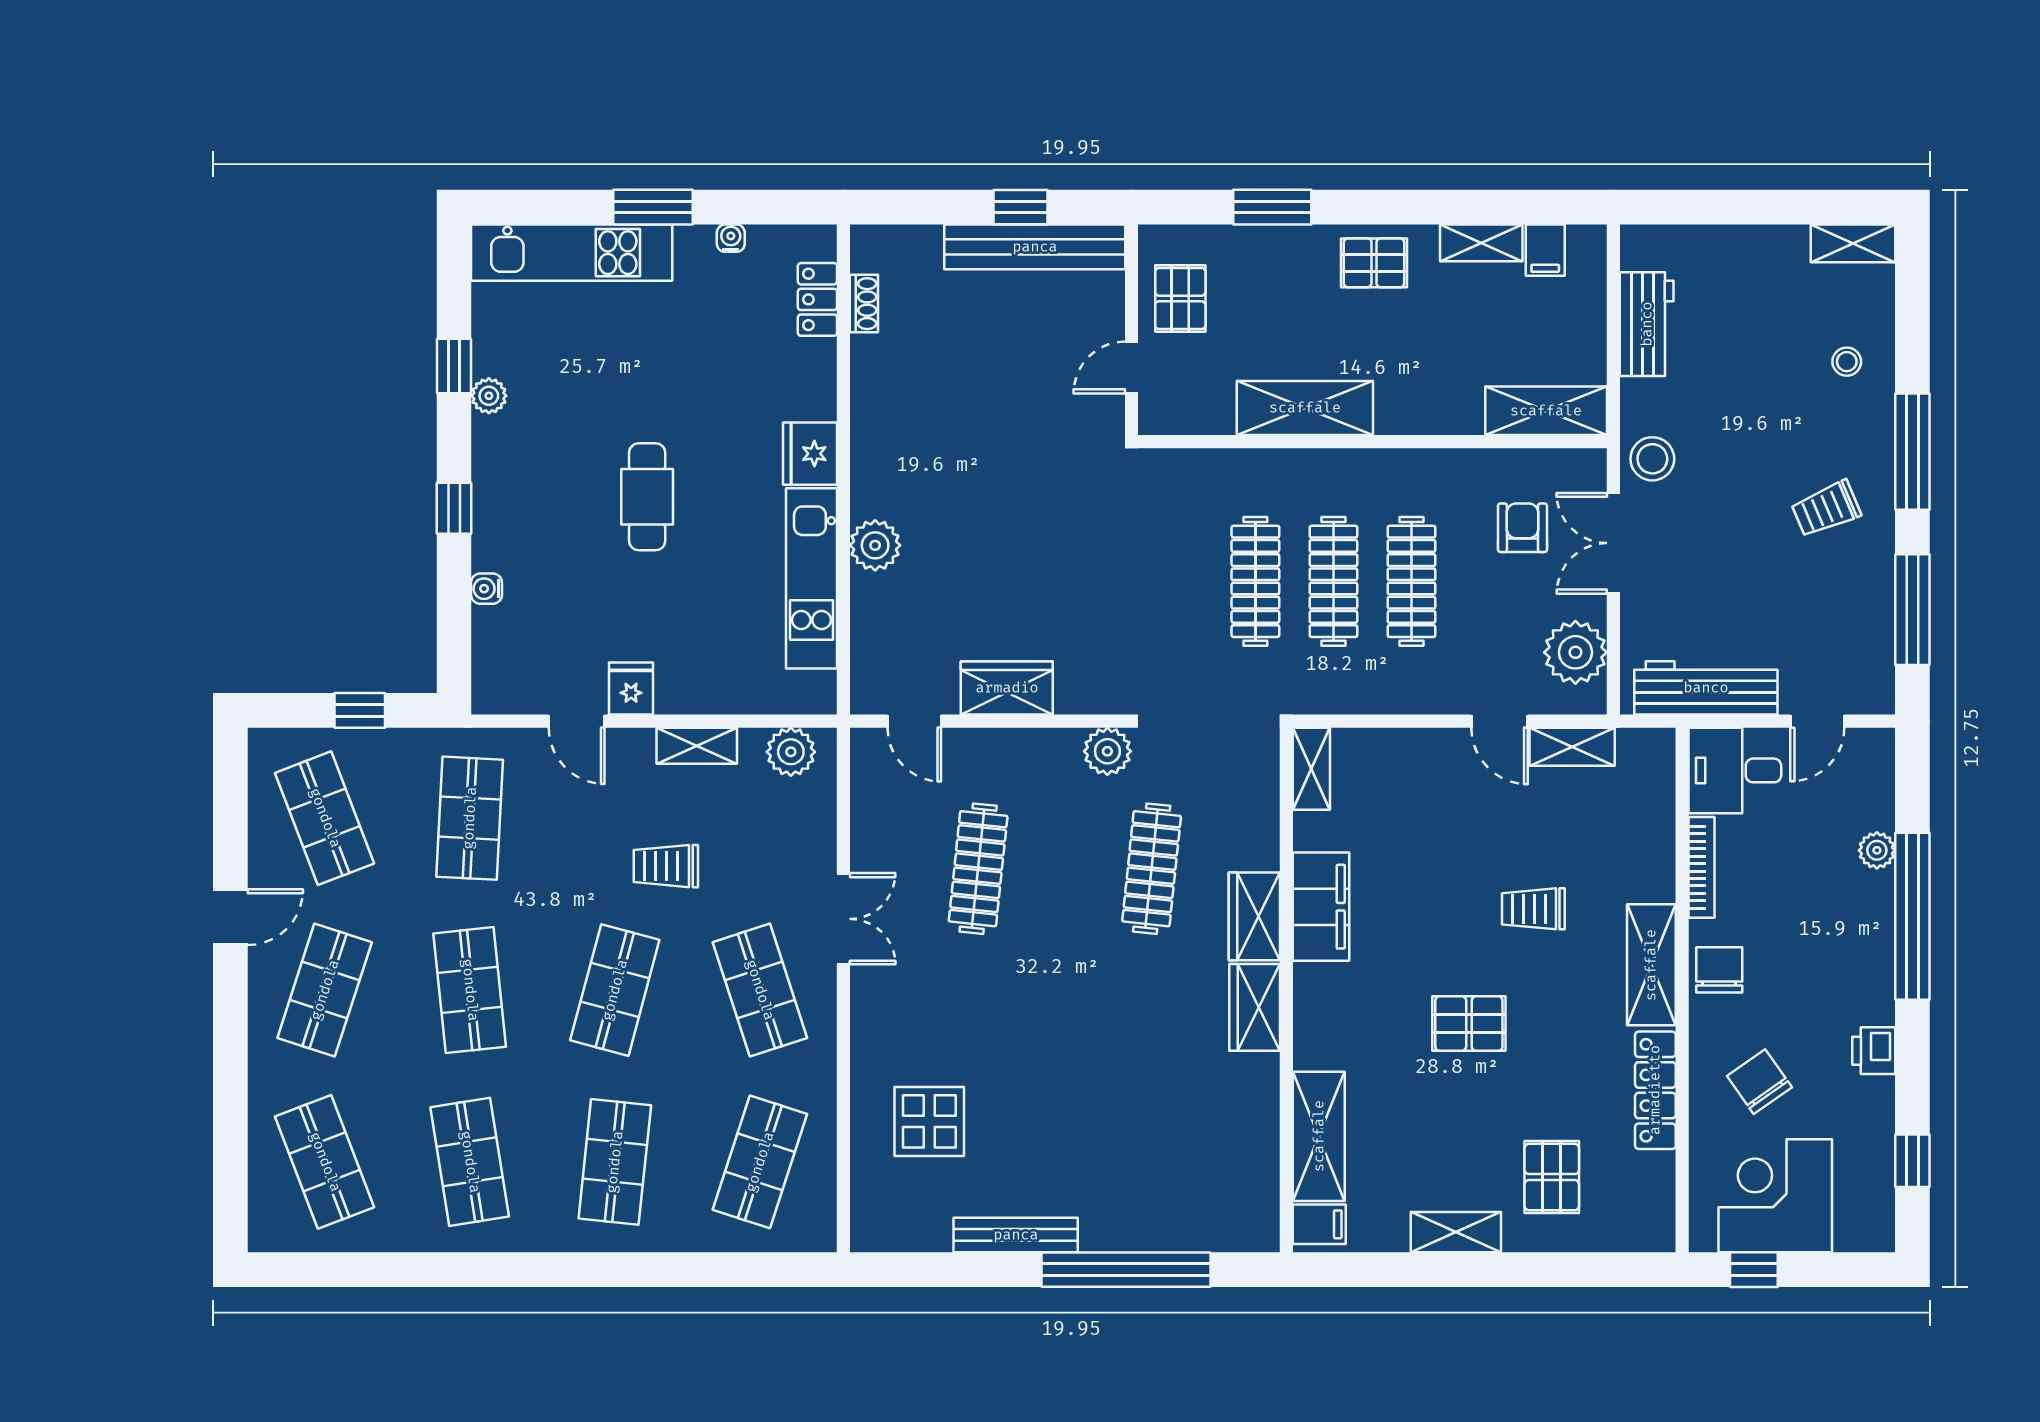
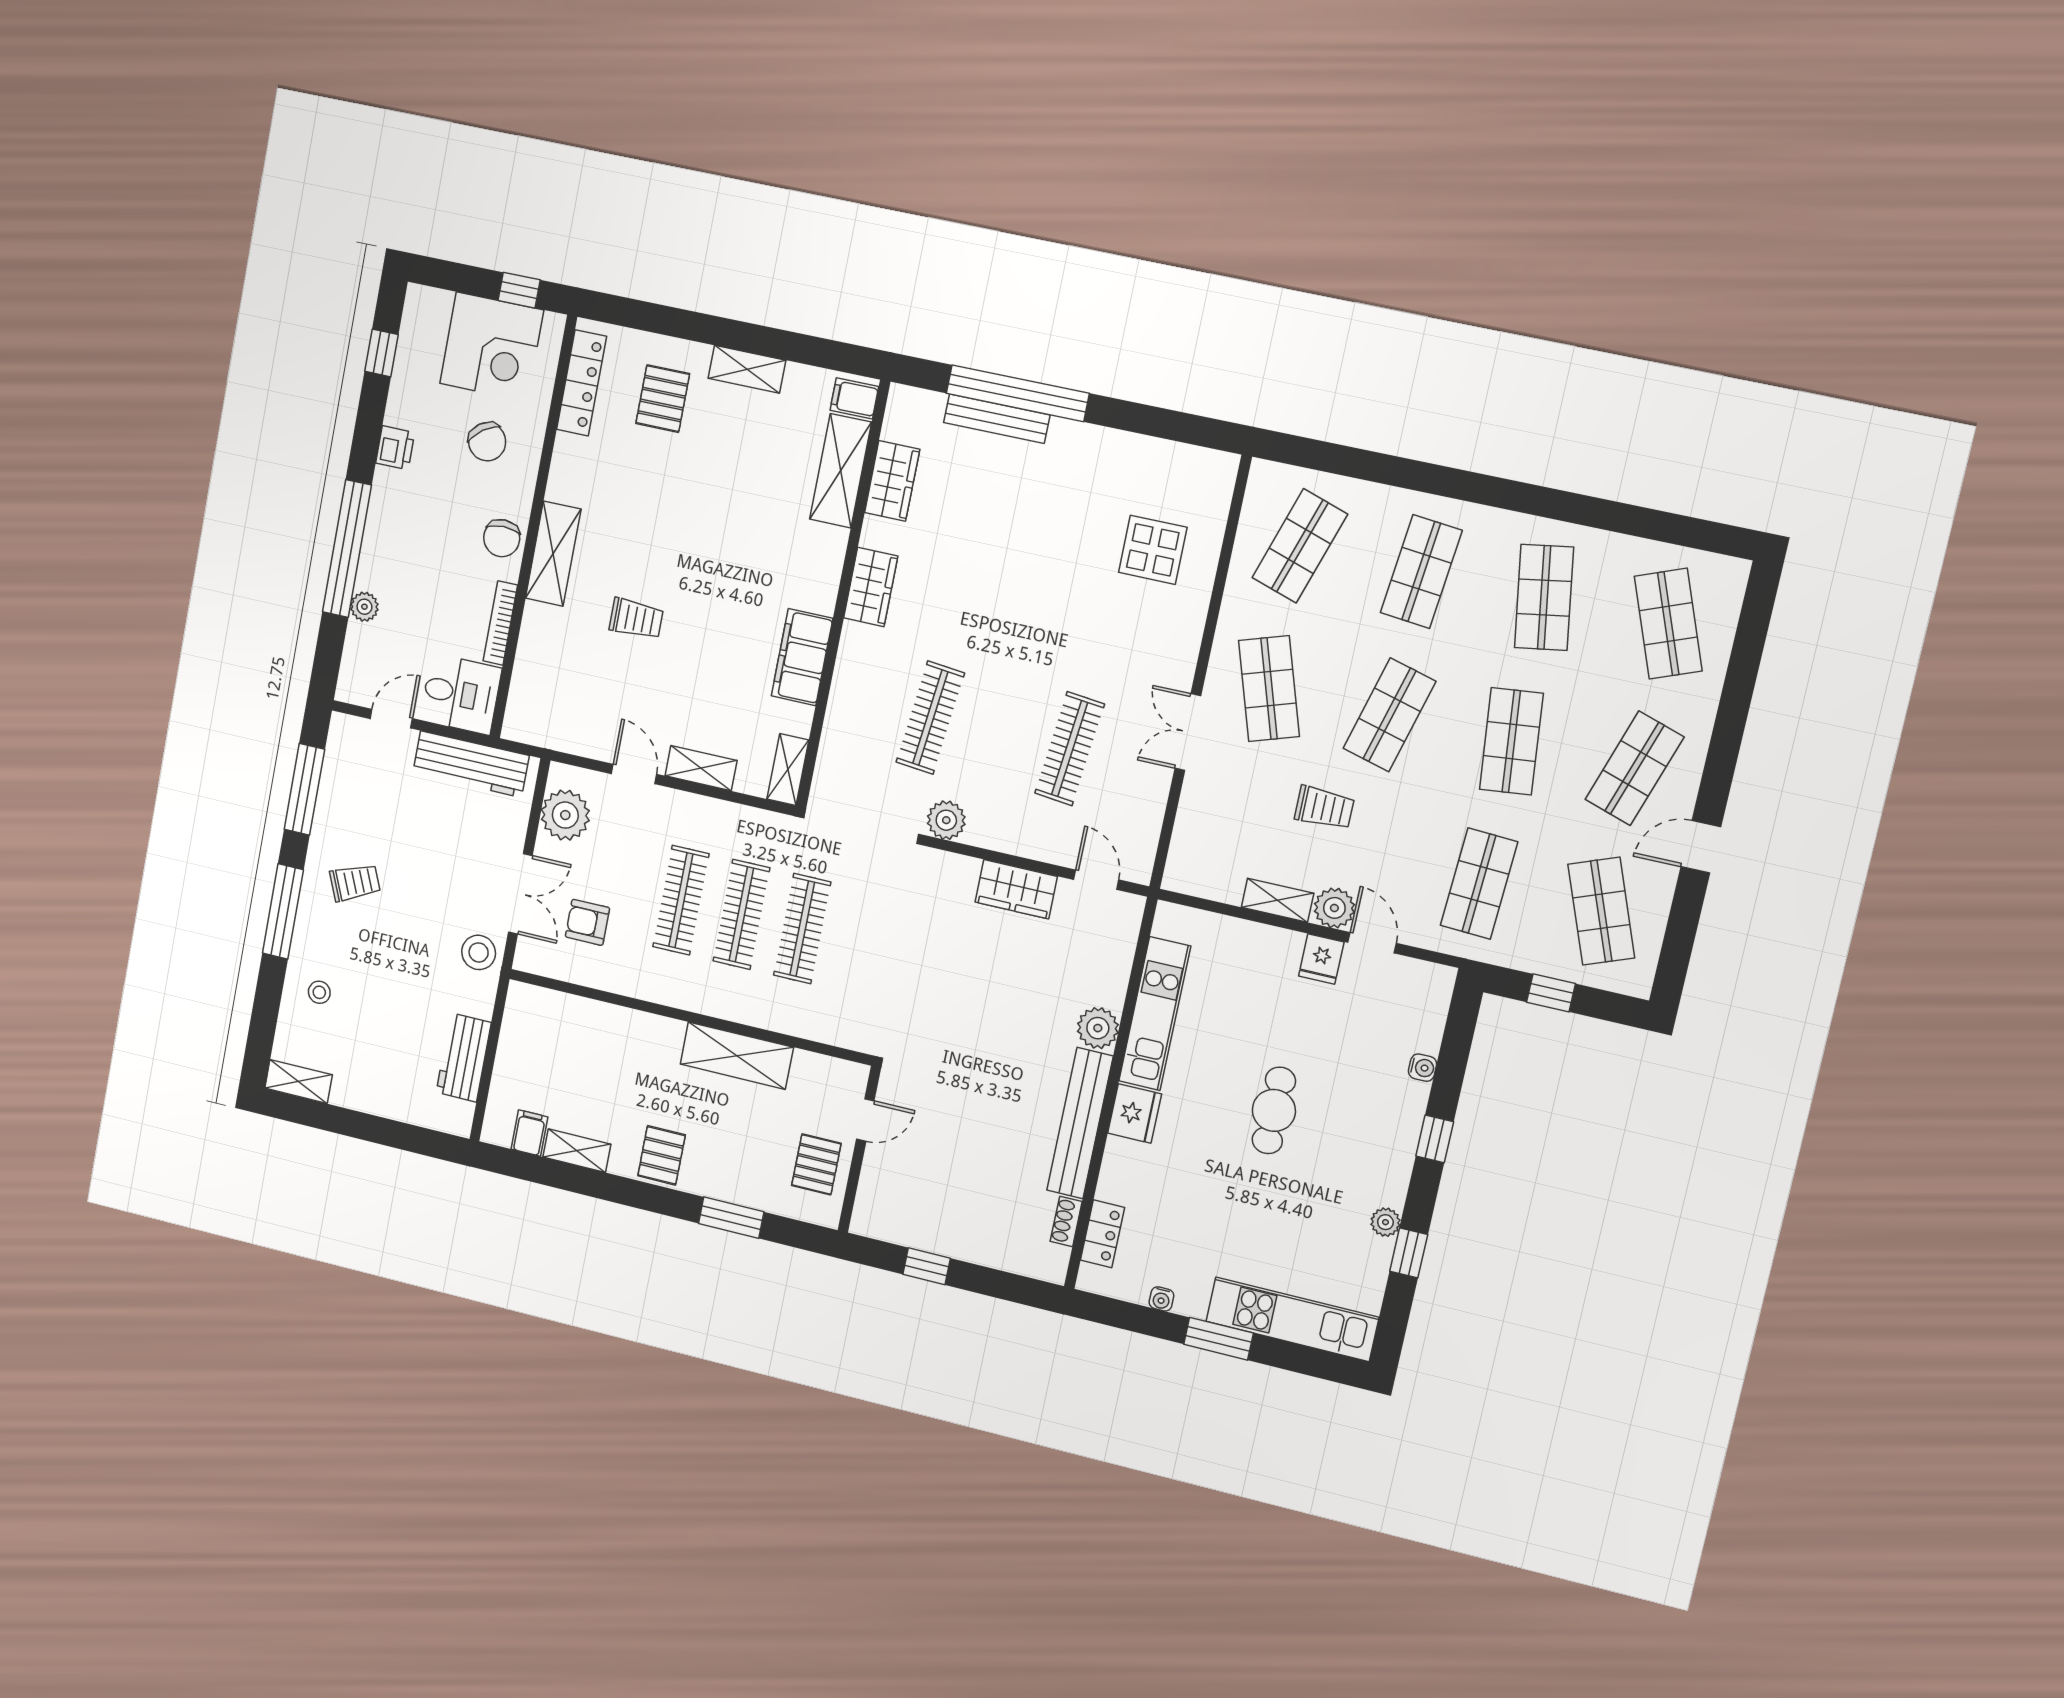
bench: (1035, 247) -> (1080, 1123), moved, turned 90
pallet: (1374, 263) -> (662, 1155), turned 90
shelving: (1546, 411) -> (552, 1009), removed
armchair: (1522, 528) -> (587, 922), turned 90
shelving: (1572, 747) -> (701, 768), moved
plant: (791, 752) -> (1334, 908), moved
wardrobe: (1254, 916) -> (892, 481), moved
pallet: (1469, 1024) -> (704, 537), removed
locker: (1655, 1090) -> (582, 383), moved
bench: (1016, 1235) -> (997, 419), moved

